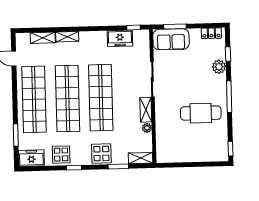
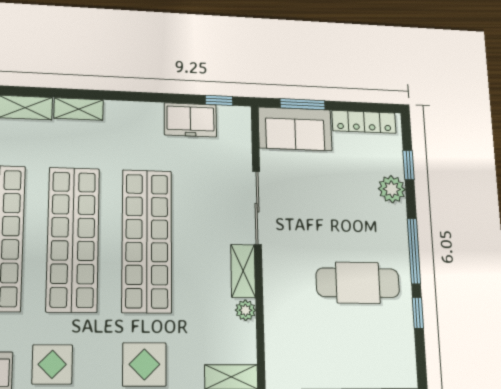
locker: (211, 33) -> (364, 122), width x1.53
window: (230, 149) -> (418, 313), moved

